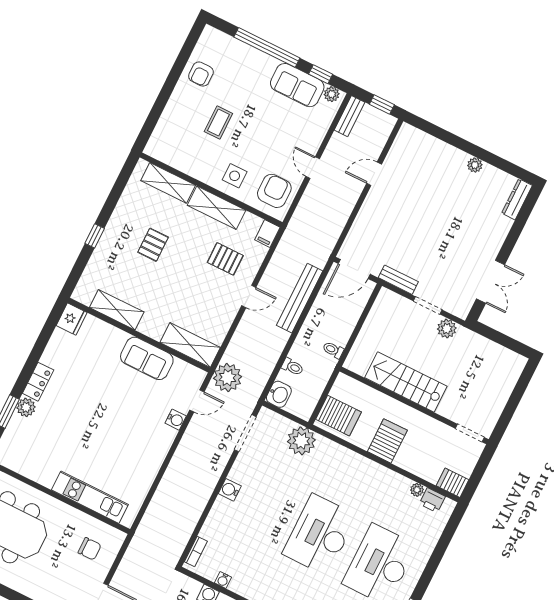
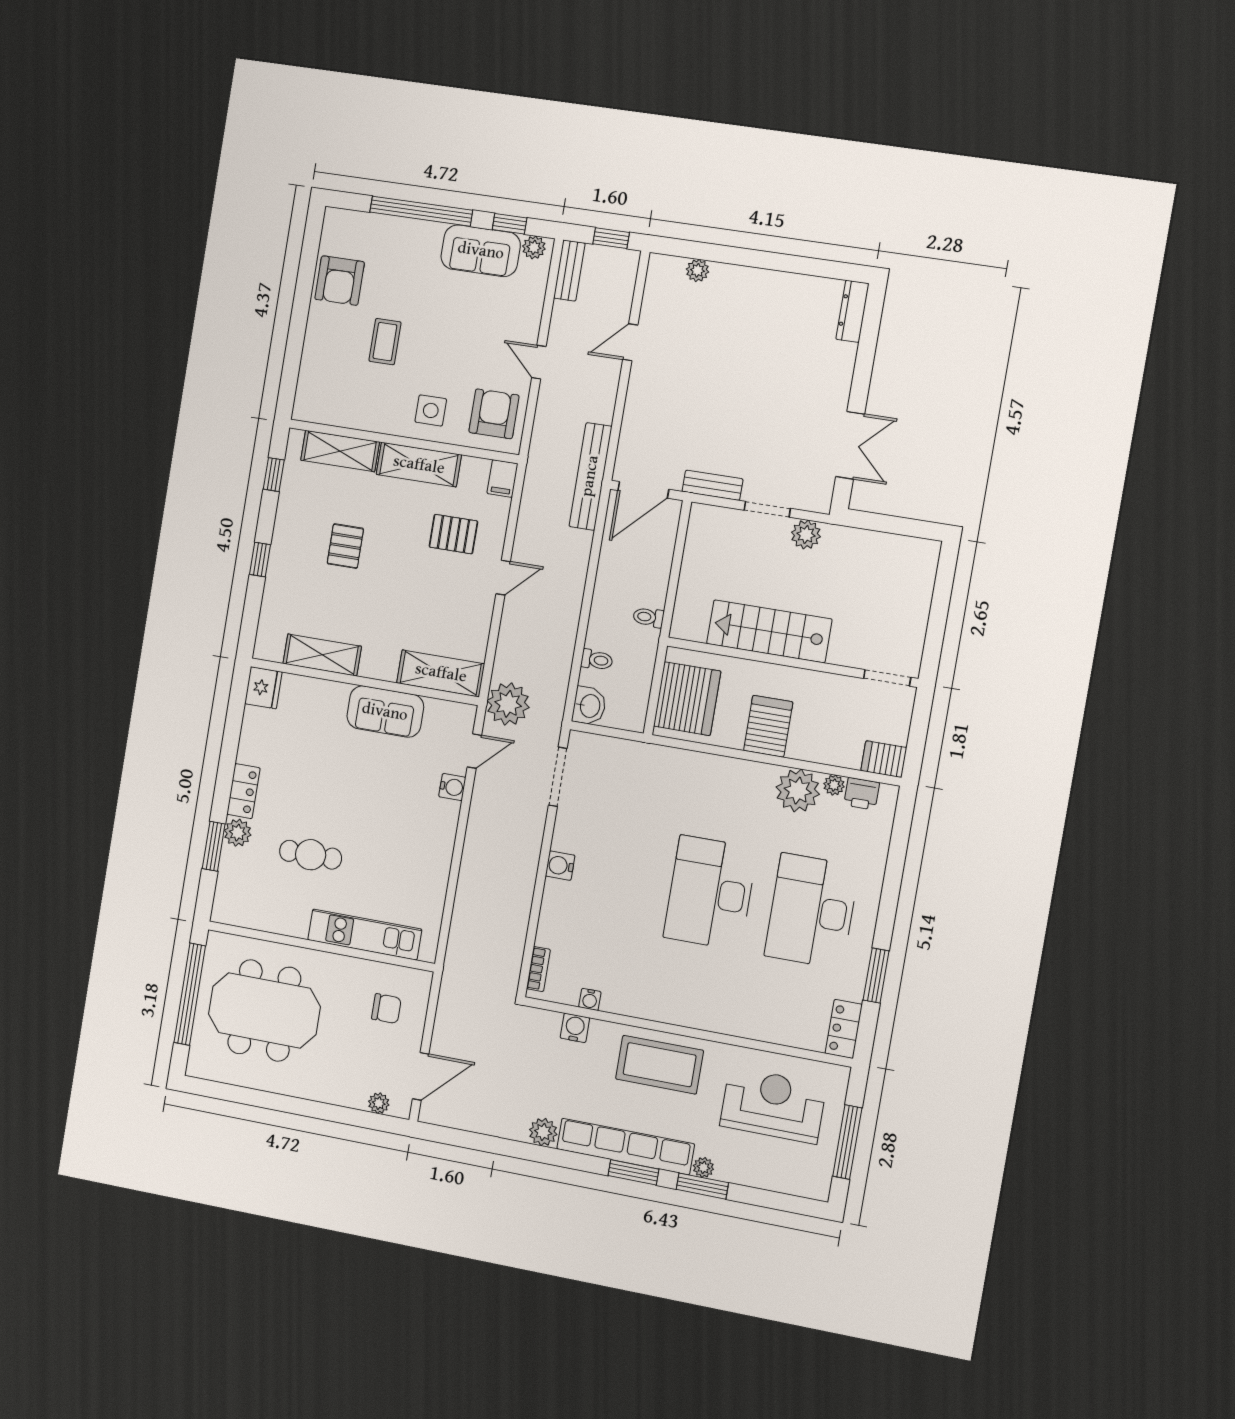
armchair: (201, 74) -> (340, 281), width x1.38, depth x1.38
plant: (475, 165) -> (698, 270), moved
window: (120, 184) -> (274, 475), added
bench: (300, 298) -> (590, 476), moved
server rack: (338, 416) -> (687, 699), width x1.60
cafe table: (70, 436) -> (311, 855), added
plant: (301, 441) -> (798, 791), moved

